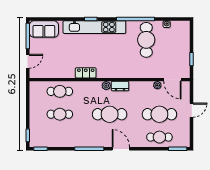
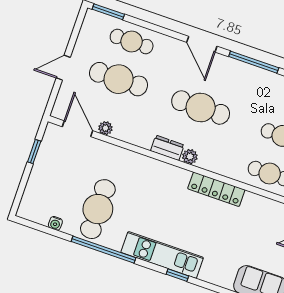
kitchen unit: (94, 27) -> (162, 255), width x0.73
locker: (86, 73) -> (216, 189), width x1.53

